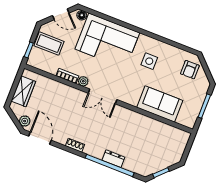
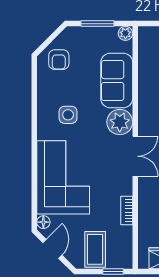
armchair: (190, 70) -> (59, 60), turned 90
plant: (83, 81) -> (120, 122), moved, width x1.88, depth x1.88
plant: (190, 123) -> (125, 33), added

